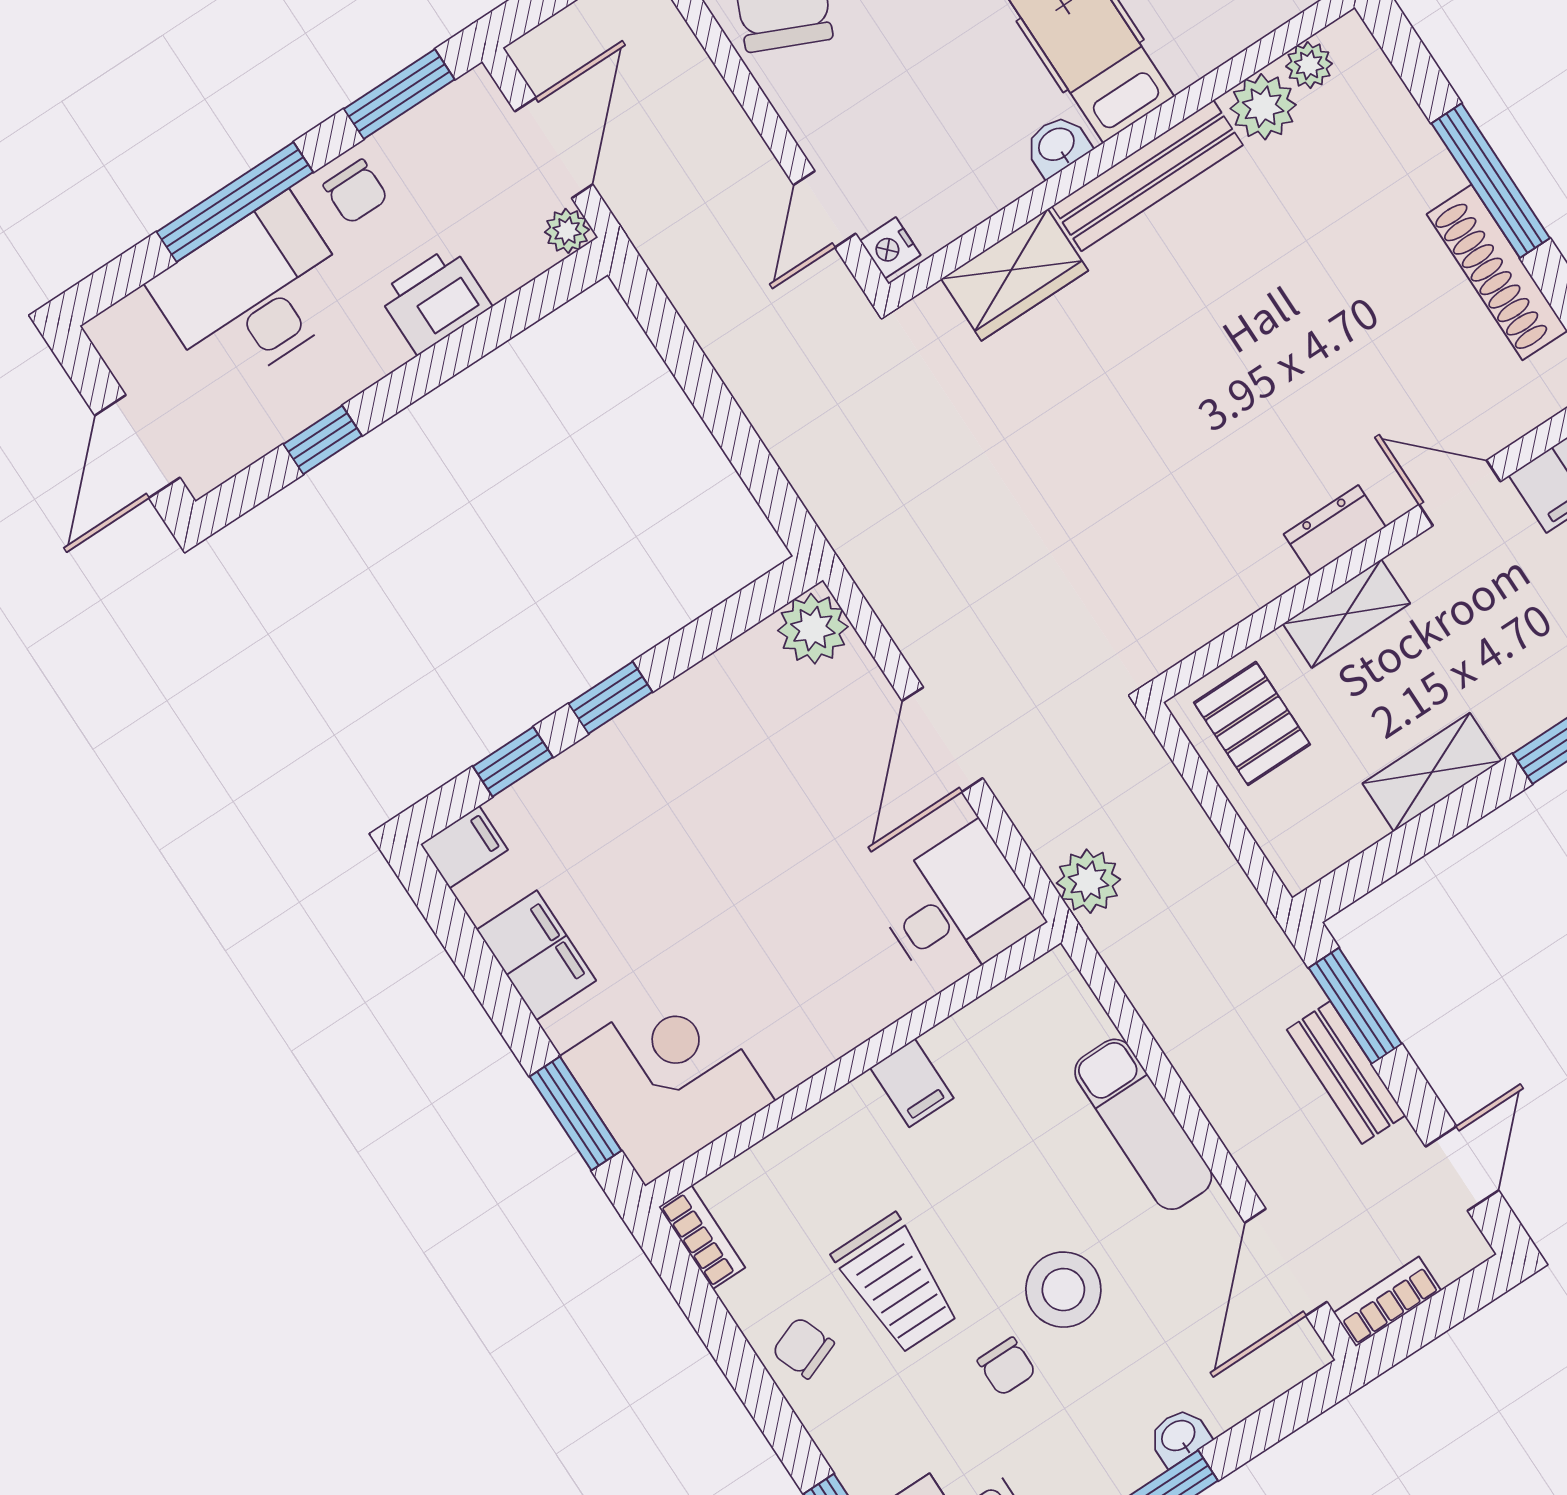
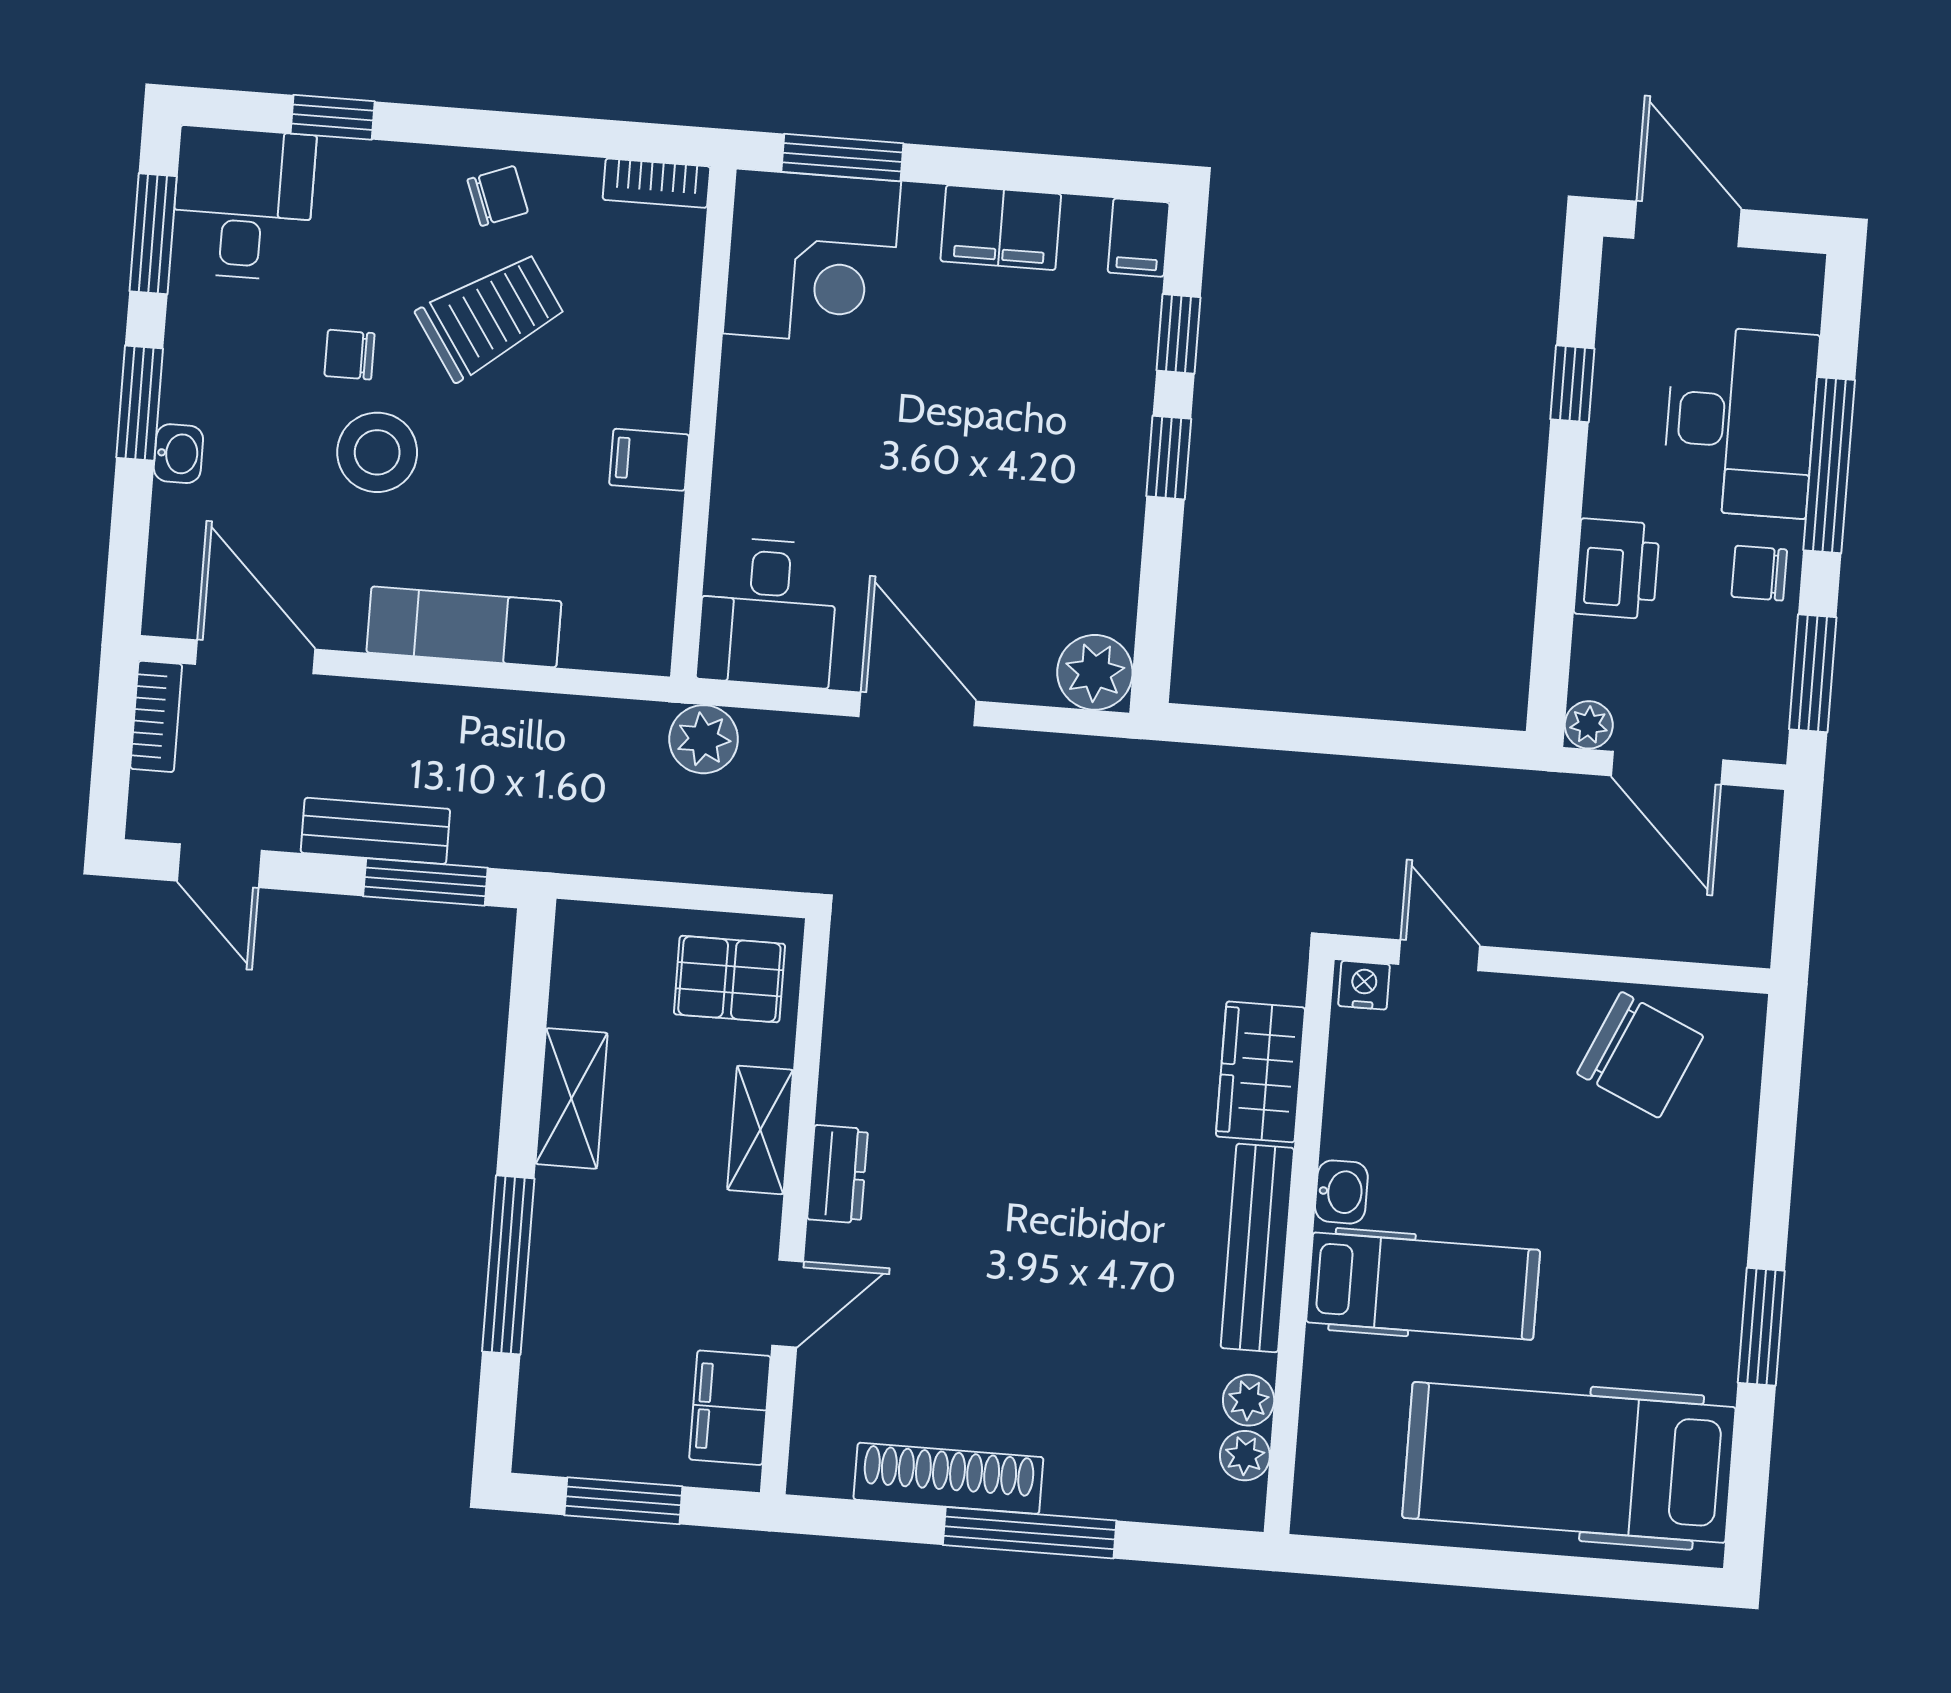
plant: (1263, 107) -> (1249, 1400), width x0.73, depth x0.73
trolley: (896, 1284) -> (491, 316), turned 146

